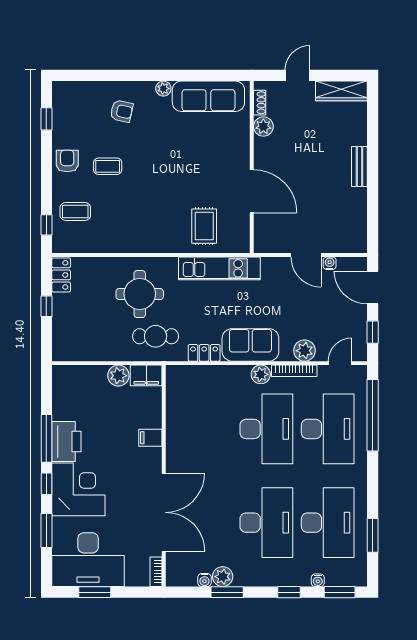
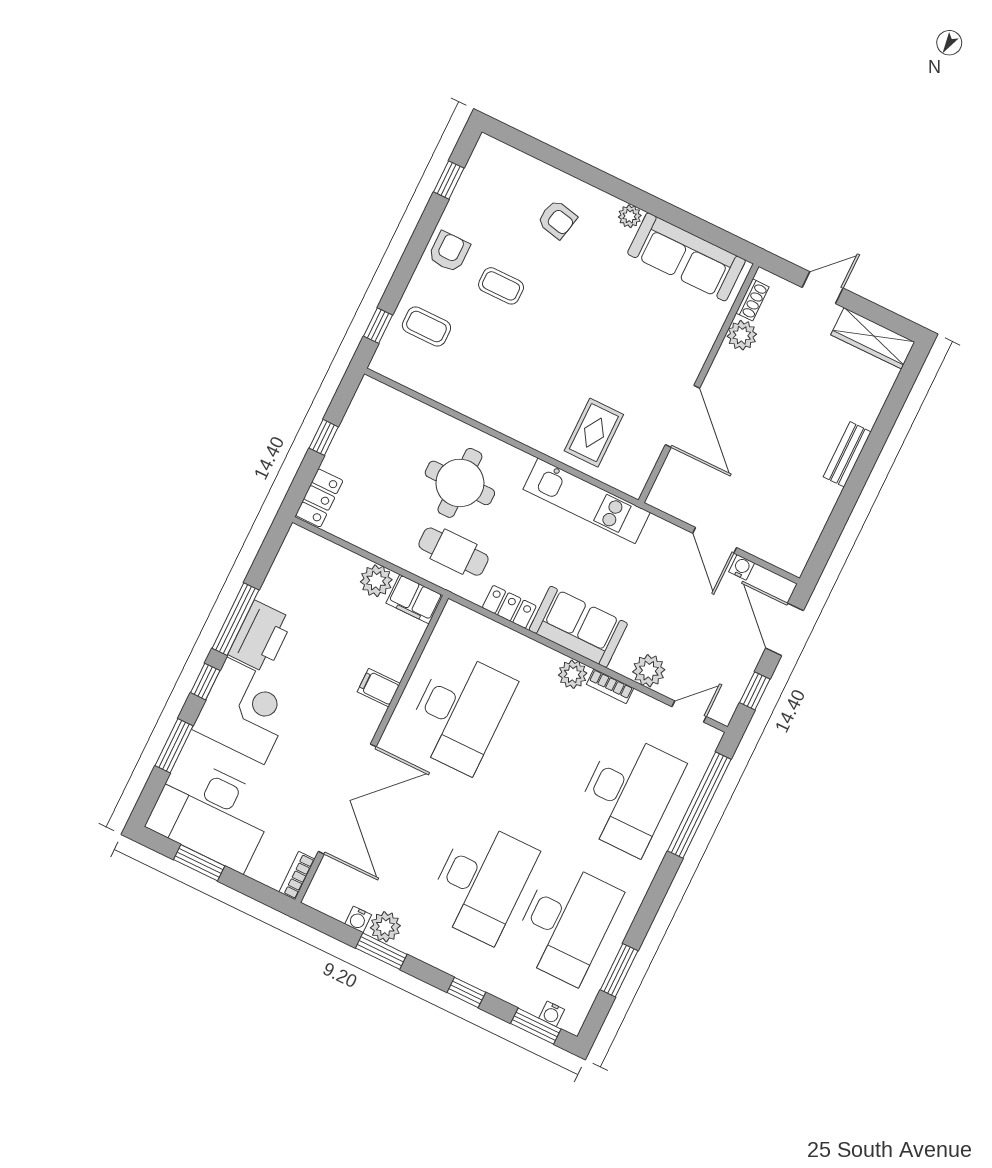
locker: (61, 275) -> (319, 498), moved
bookcase: (294, 371) -> (610, 686), width x0.64
desk: (266, 429) -> (460, 712), moved
water cooler: (318, 580) -> (552, 1014), moved

